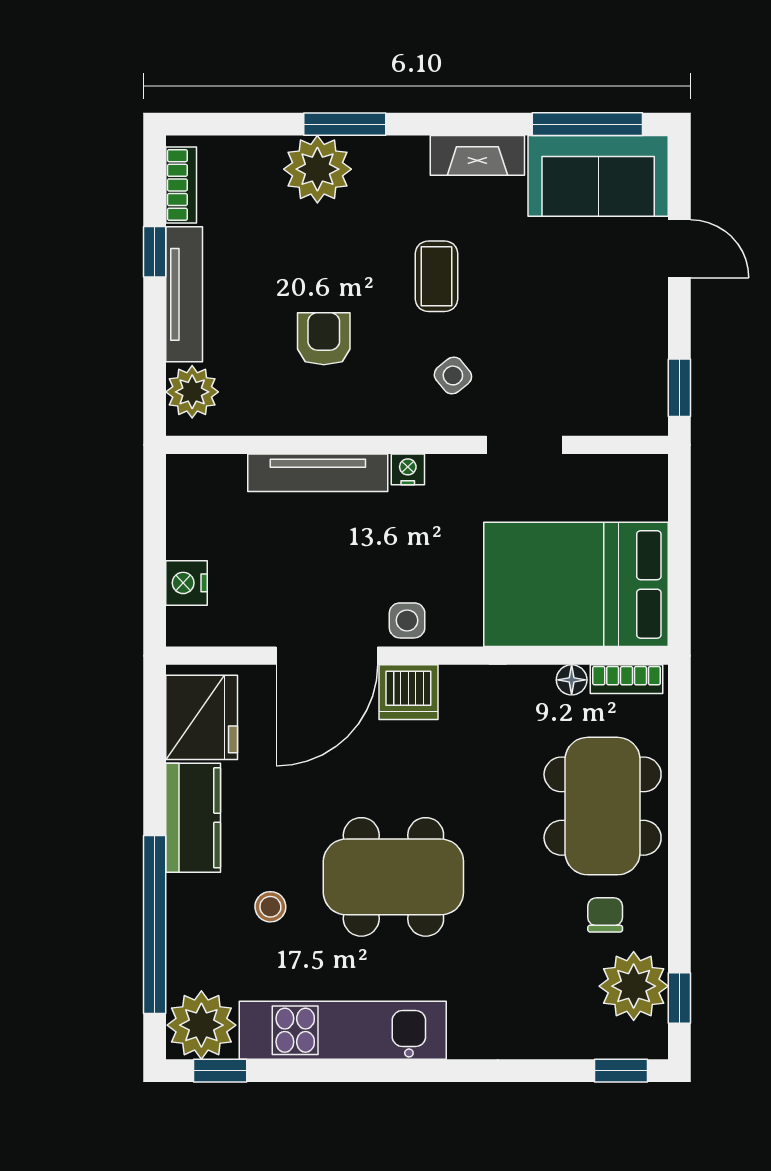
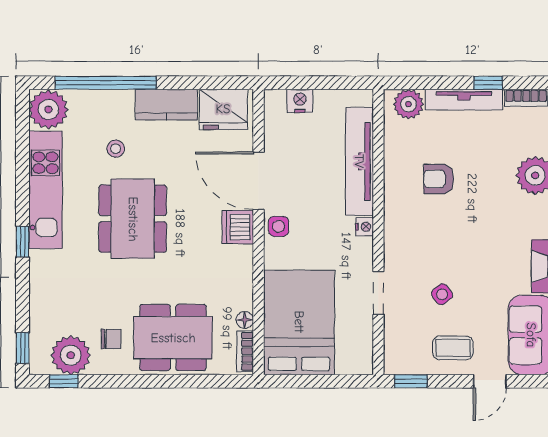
coffee table: (437, 276) -> (453, 348), moved
armchair: (324, 339) -> (439, 179), turned 180
side table: (453, 375) -> (442, 294), moved
tv unit: (318, 473) -> (359, 161), width x1.36, depth x1.29
window: (220, 1071) -> (23, 242), moved

